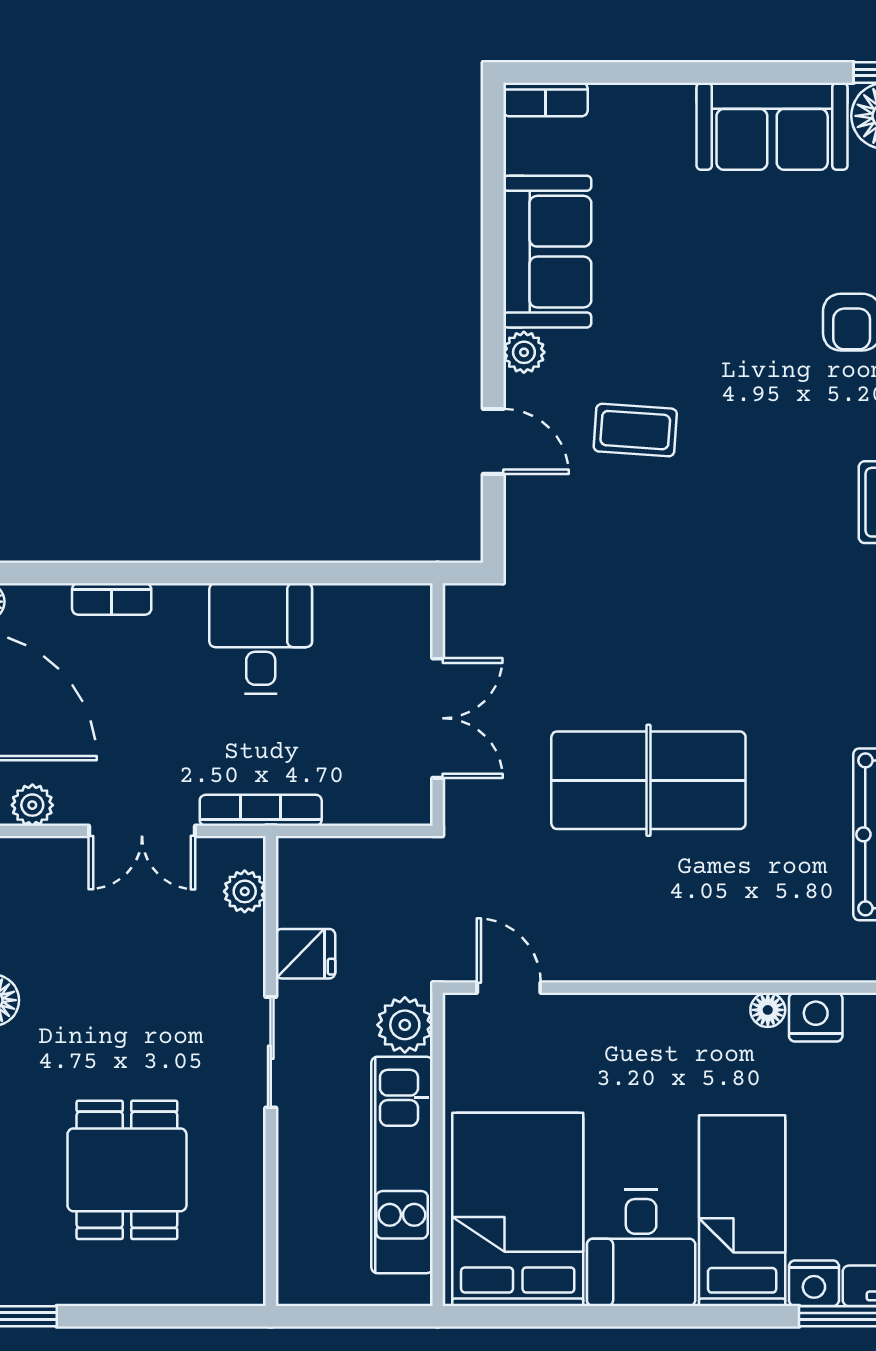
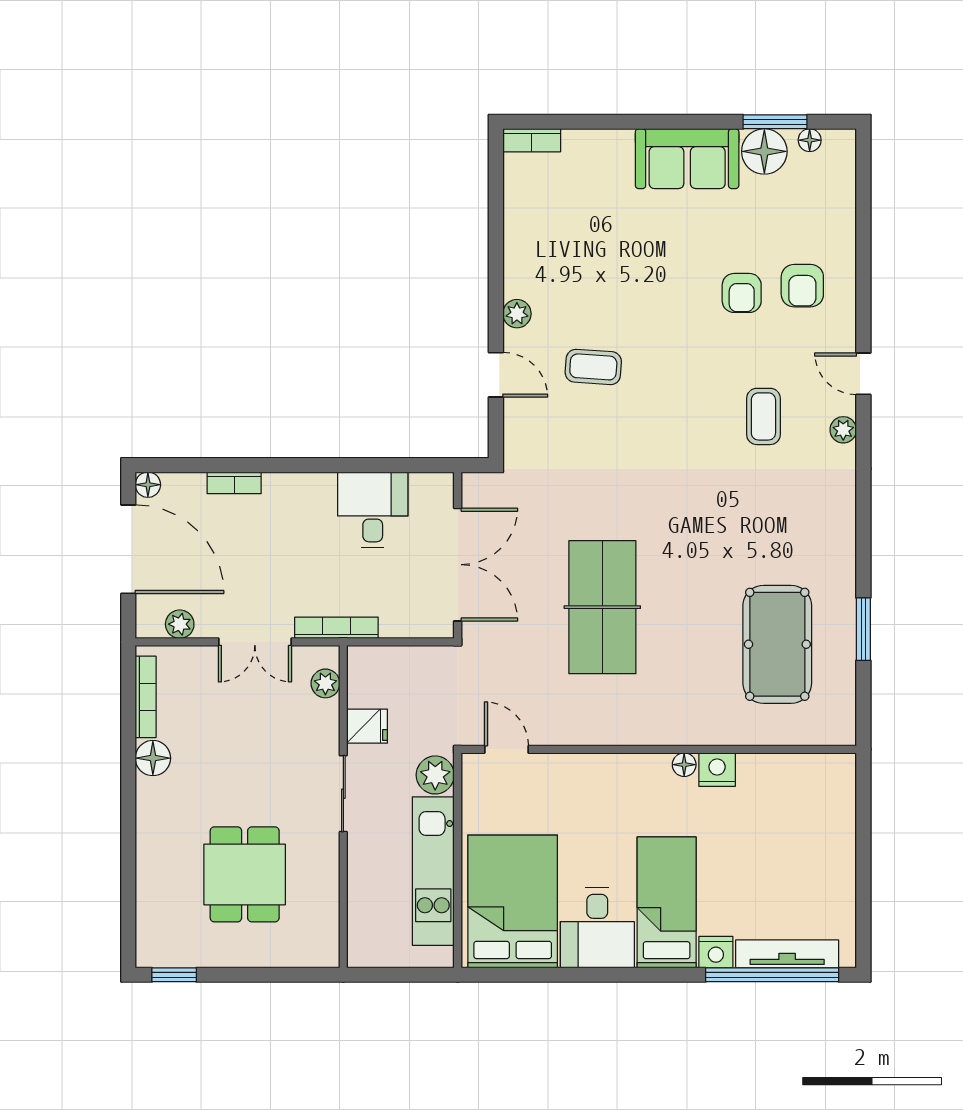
sofa: (547, 252) -> (533, 245), removed
desk: (261, 638) -> (373, 510), moved
double door: (438, 718) -> (458, 565), width x1.37
table tennis table: (648, 780) -> (602, 607), turned 90

